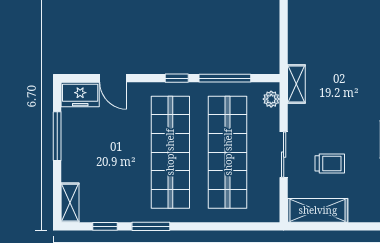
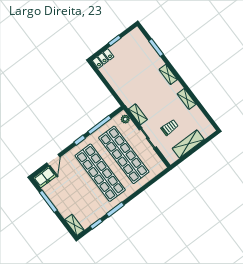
door: (113, 78) -> (53, 160), hinge flipped
shelving: (296, 84) -> (138, 114), moved
shelving: (318, 210) -> (188, 144), moved

